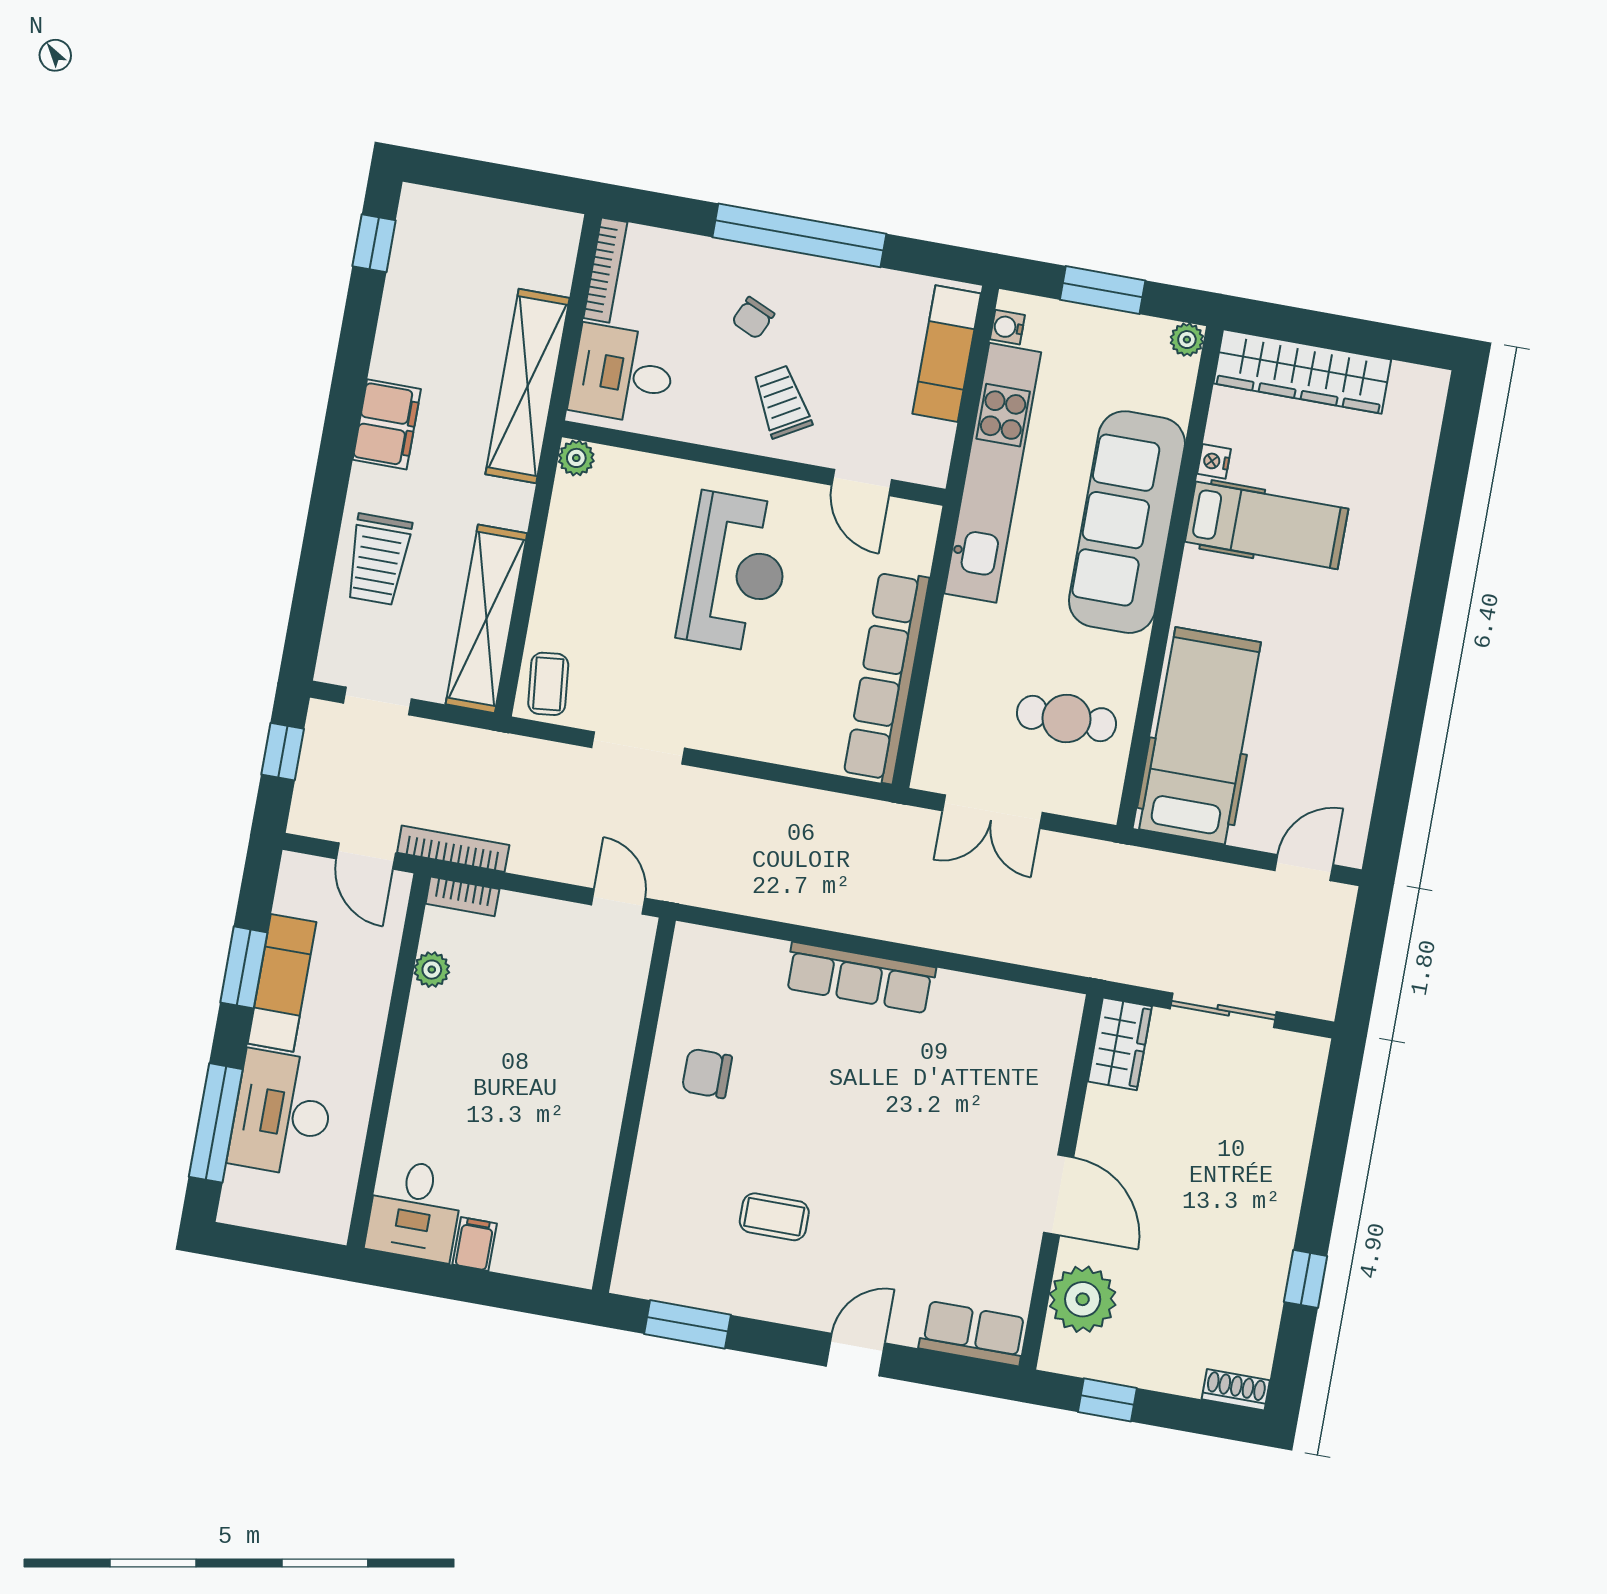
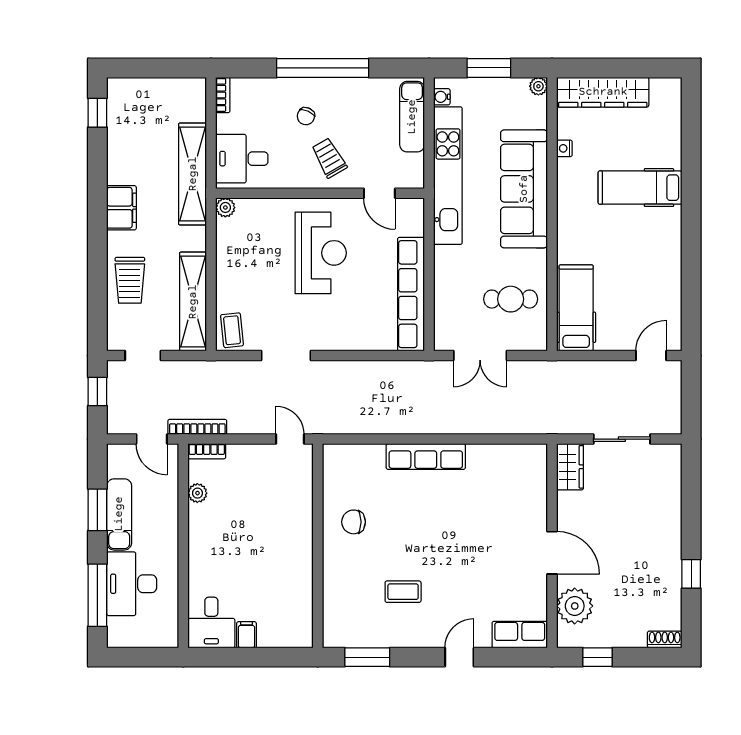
bookcase: (605, 270) -> (223, 95), width x0.64
hospital bed: (1267, 525) -> (640, 188), moved, turned 180
hospital bed: (1200, 736) -> (576, 308), width x0.73, depth x0.78

